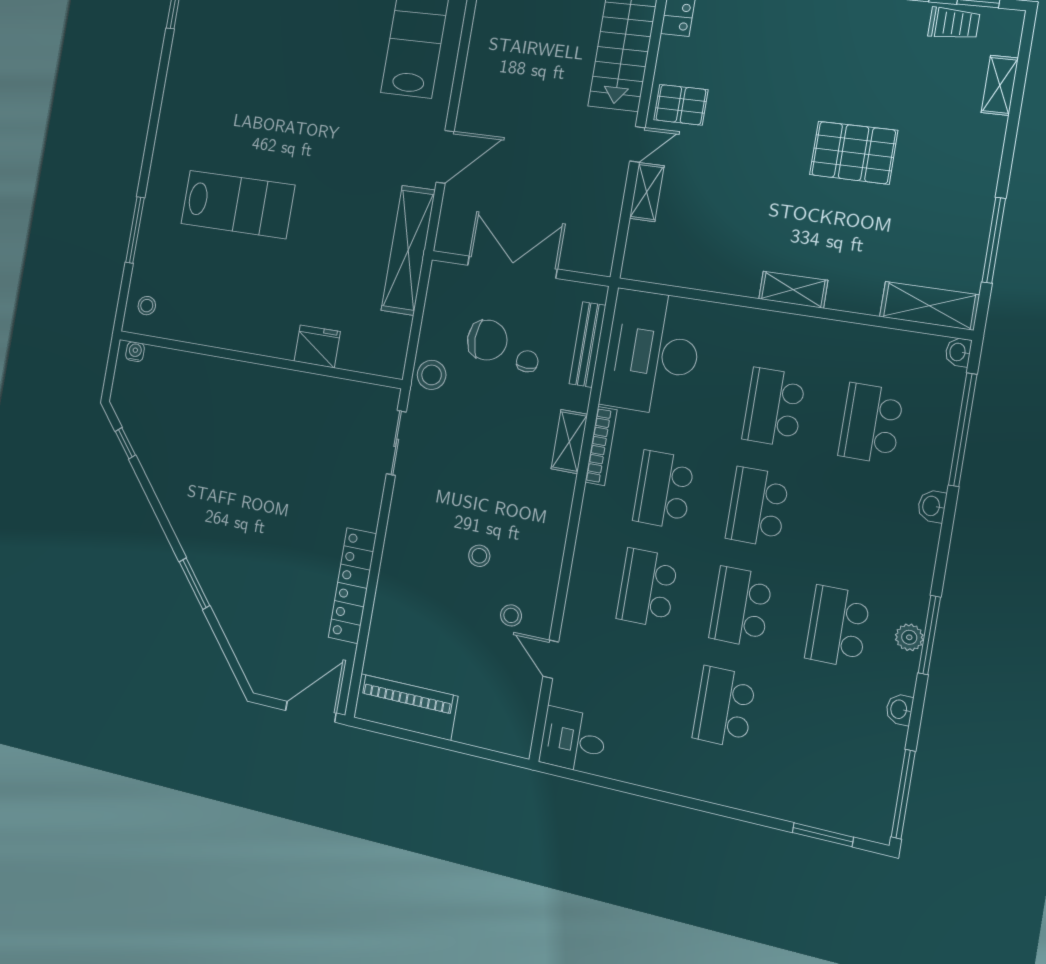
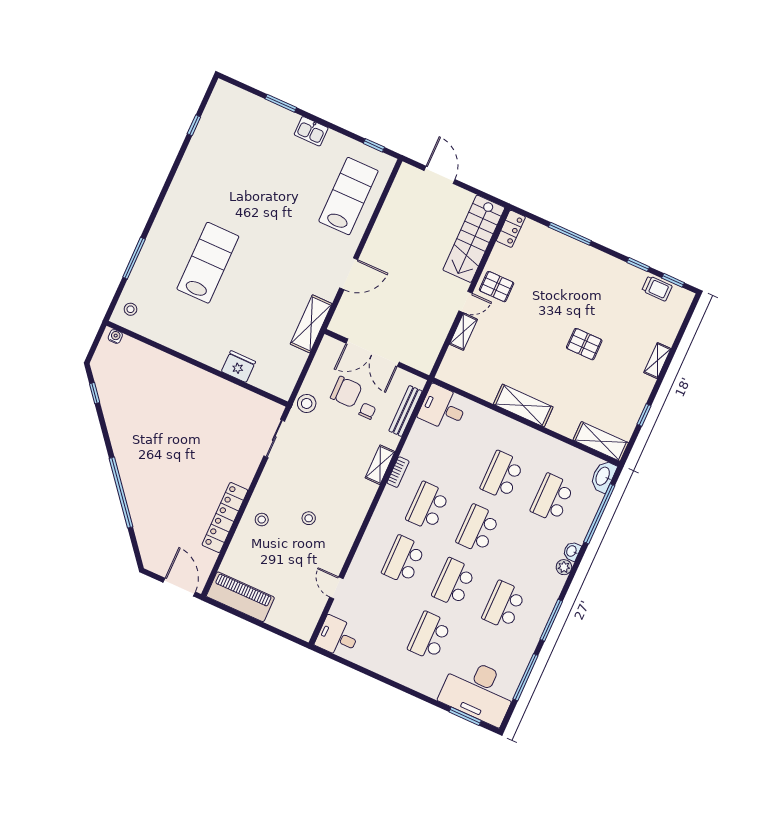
shelving: (1000, 85) -> (657, 361), moved
pallet: (854, 153) -> (584, 344), width x0.67, depth x0.71
lab bench: (238, 204) -> (208, 263), turned -90
window: (994, 240) -> (644, 415), width x0.46
shelving: (408, 250) -> (311, 324), width x0.68
double door: (512, 267) -> (373, 353), swing flipped
shelving: (793, 290) -> (523, 406), width x1.50, depth x1.33
washbasin: (958, 352) -> (603, 476), width x1.91, depth x1.45
desk: (652, 353) -> (443, 408), width x0.53, depth x0.77
bookcase: (601, 446) -> (398, 472), width x0.64
window: (194, 584) -> (121, 493), width x2.11
stool: (511, 615) -> (262, 520), moved
plant: (909, 637) -> (564, 567), moved
washbasin: (899, 709) -> (525, 657), removed
door: (311, 712) -> (179, 587), hinge flipped
desk: (835, 786) -> (479, 691), added
window: (903, 794) -> (526, 677), moved

